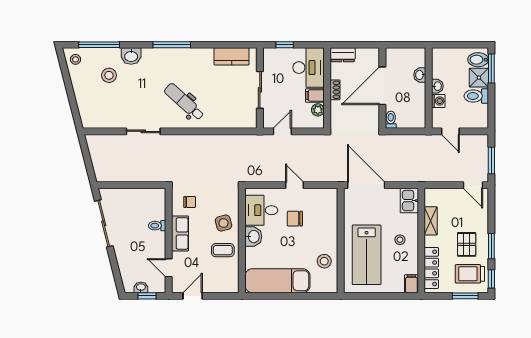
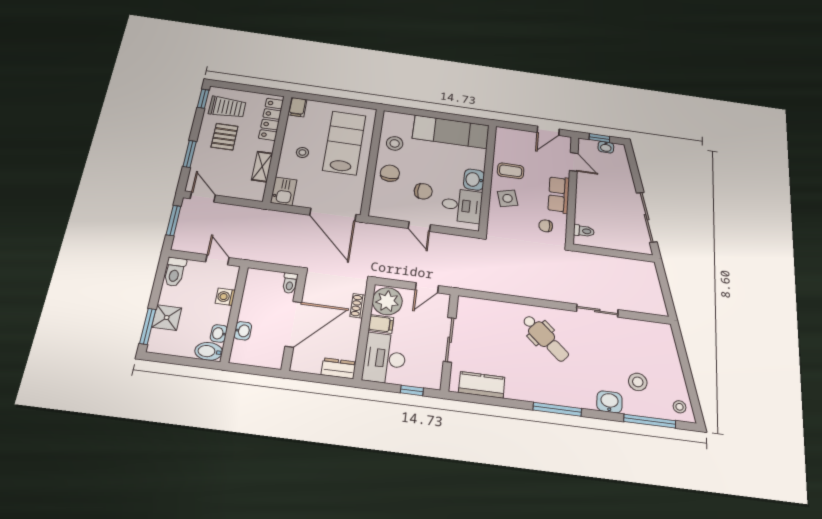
bidet: (478, 60) -> (209, 351), moved, turned 180
washbasin: (437, 86) -> (219, 333), moved
shoe rack: (335, 90) -> (358, 306), moved
toilet: (476, 96) -> (175, 272), moved, turned 90
plant: (318, 110) -> (387, 301), width x1.88, depth x1.88
toilet: (157, 226) -> (584, 231), moved
chair: (325, 232) -> (390, 173), added
window: (491, 246) -> (190, 154), moved
window: (465, 296) -> (238, 87), removed

